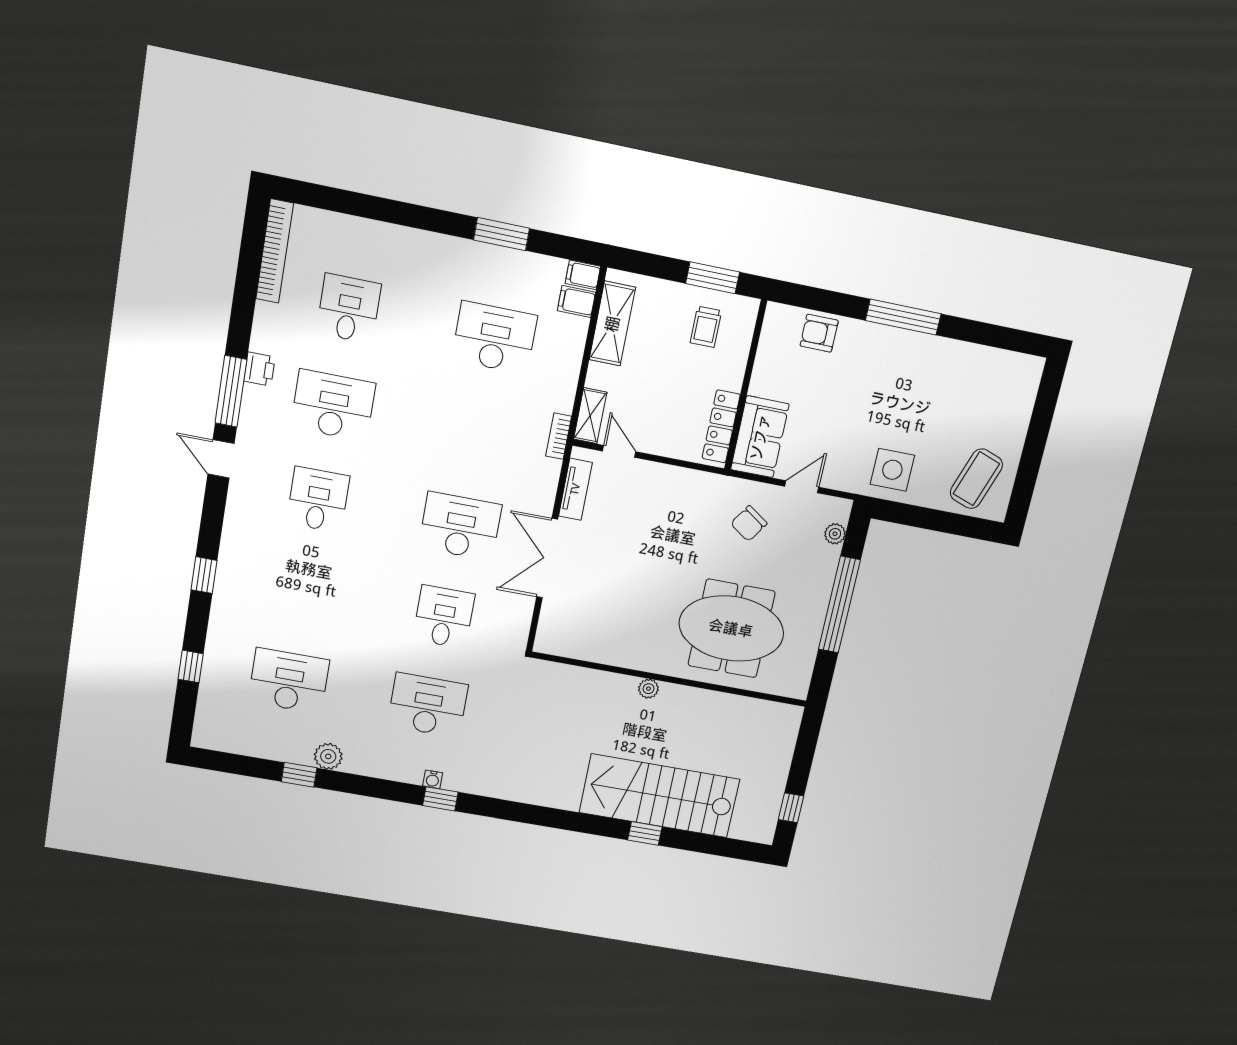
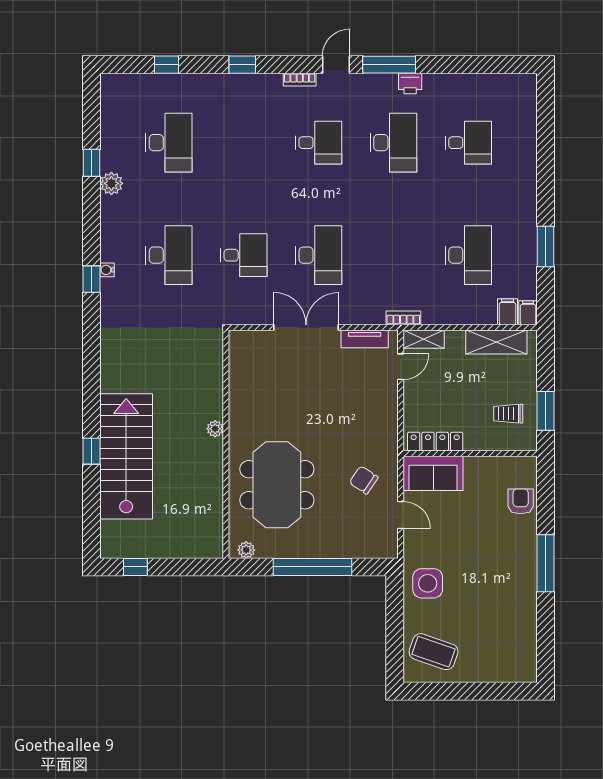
bookcase: (275, 251) -> (300, 80), moved, width x0.43, depth x0.76
plant: (835, 534) -> (246, 550), moved

